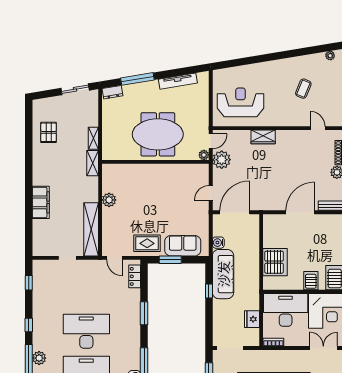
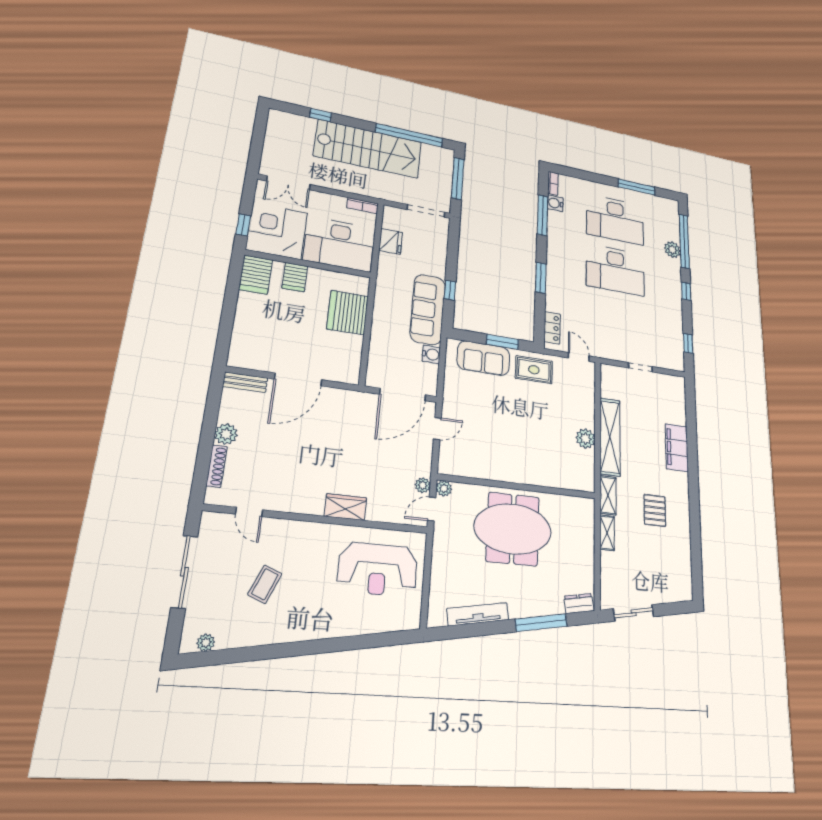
pallet: (49, 132) -> (655, 510), moved
plant: (222, 160) -> (423, 485), width x0.53, depth x0.53
shelving: (91, 229) -> (610, 437), moved

